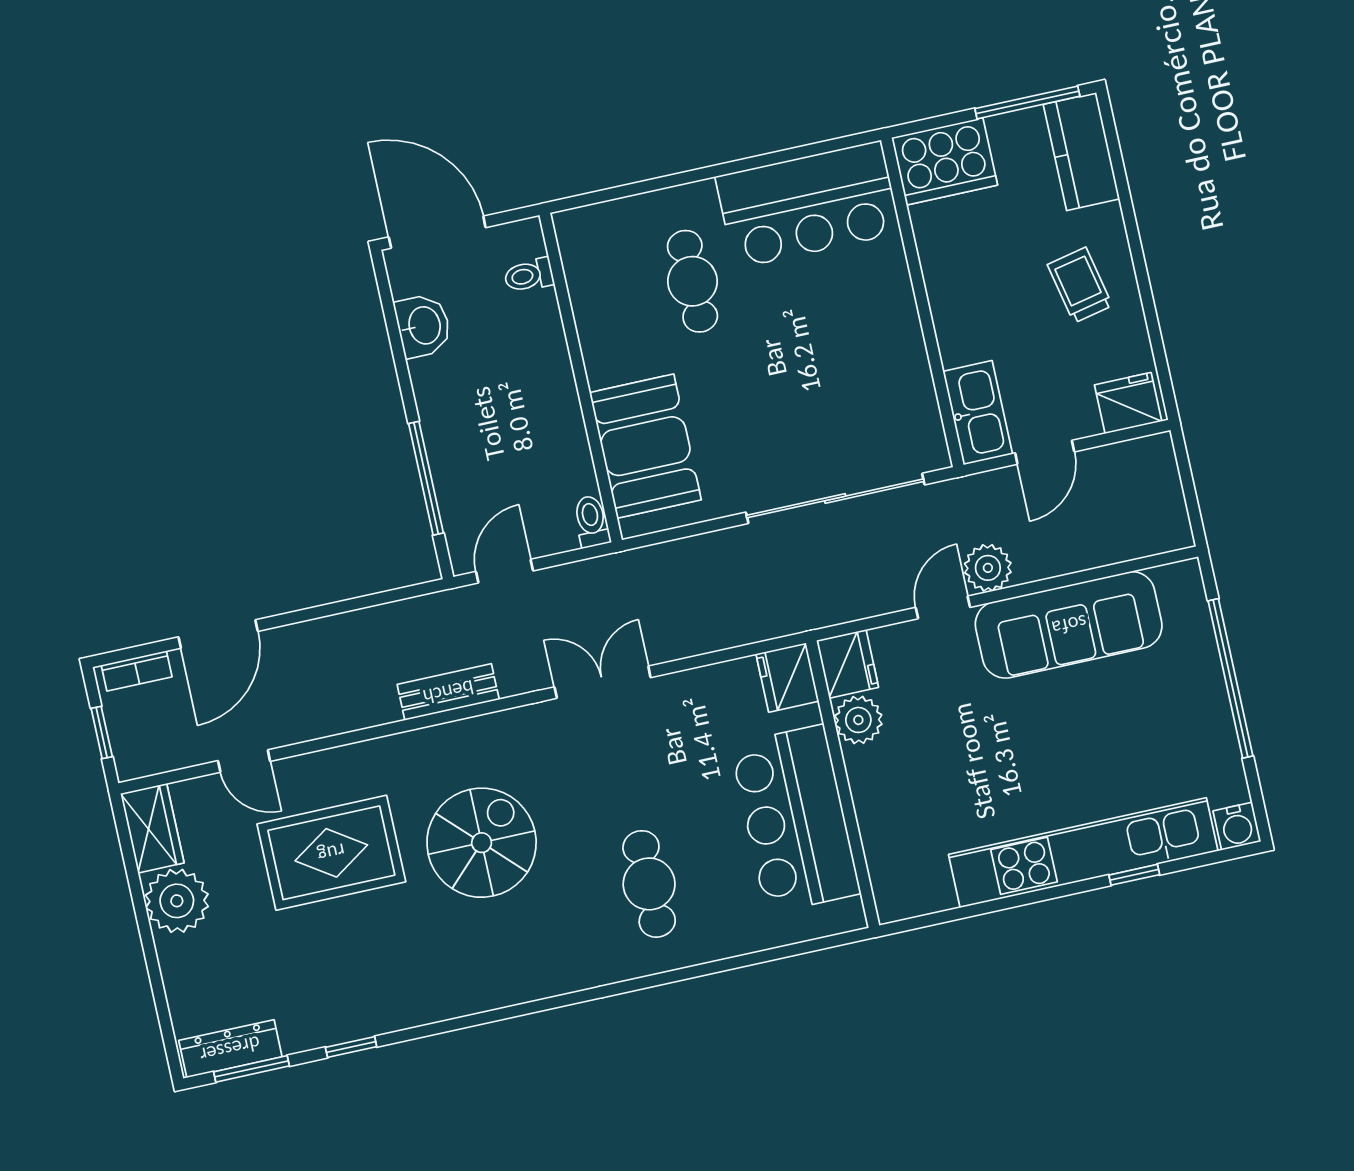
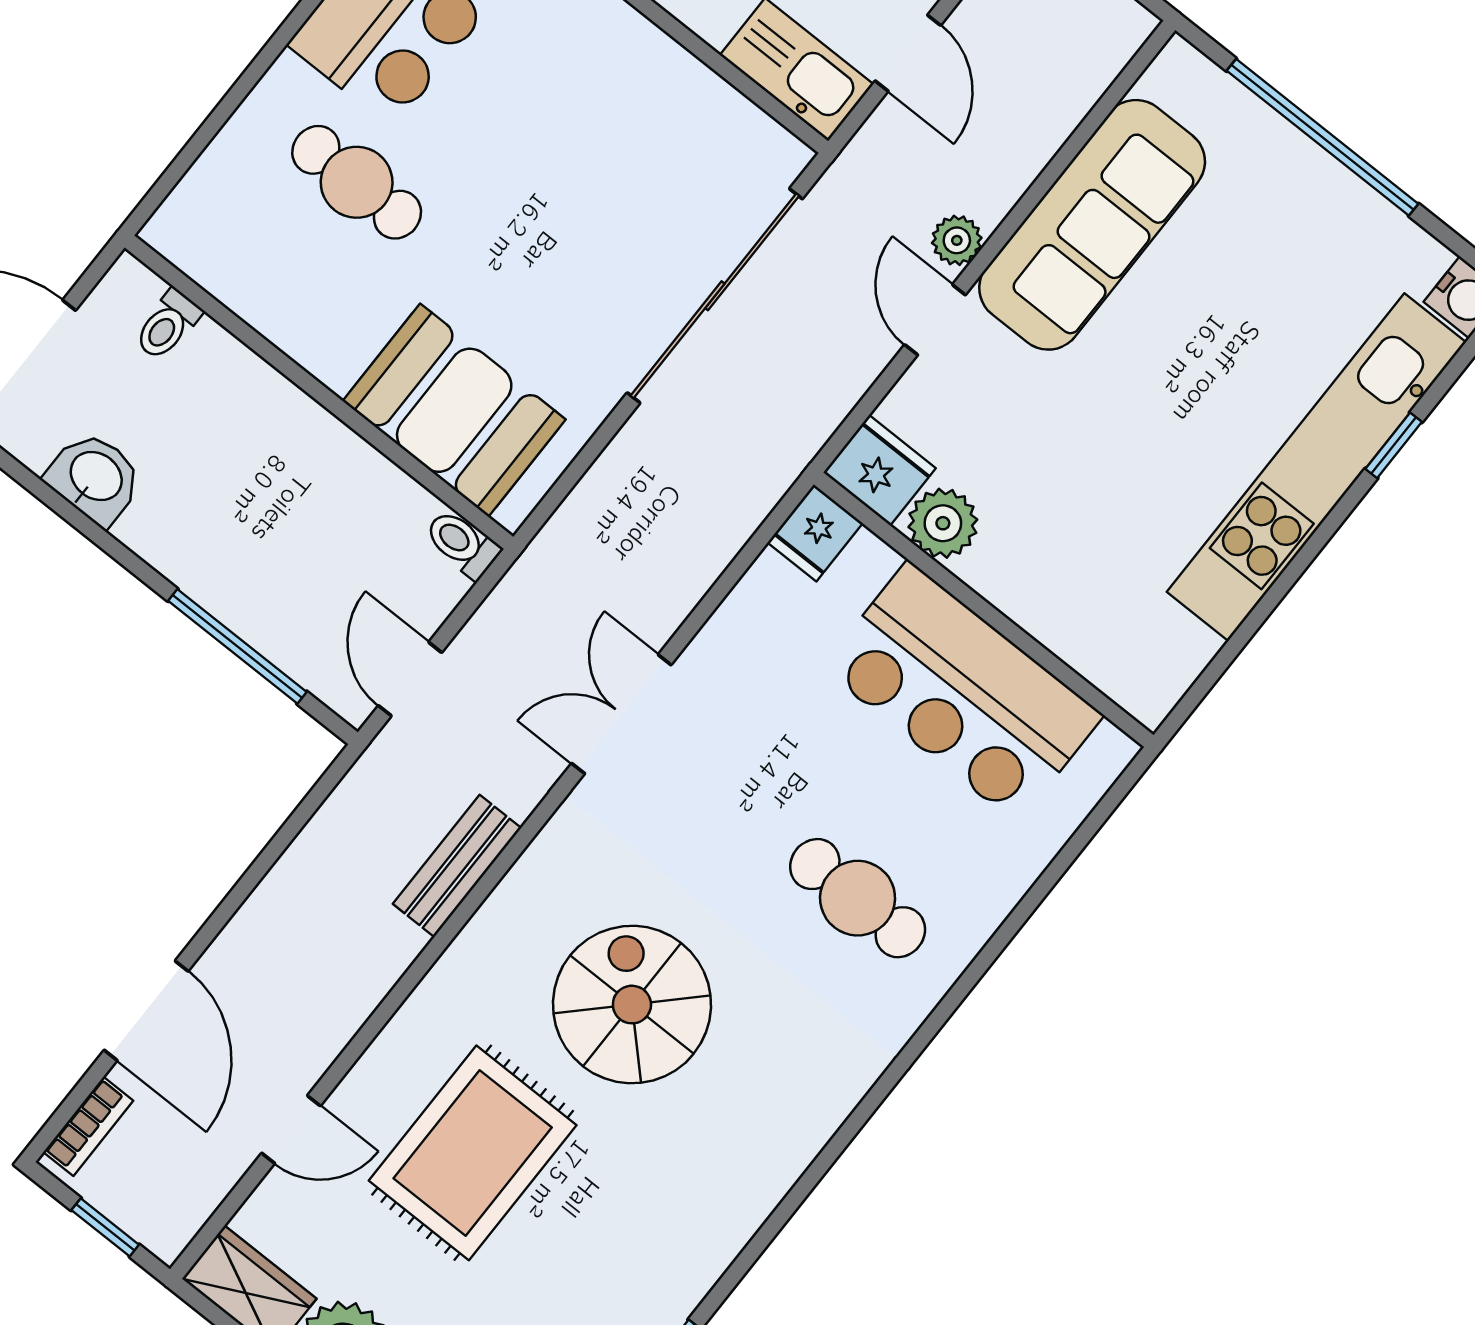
plant: (988, 568) -> (957, 240), width x0.73, depth x0.73
fridge: (787, 678) -> (815, 533), width x0.72

